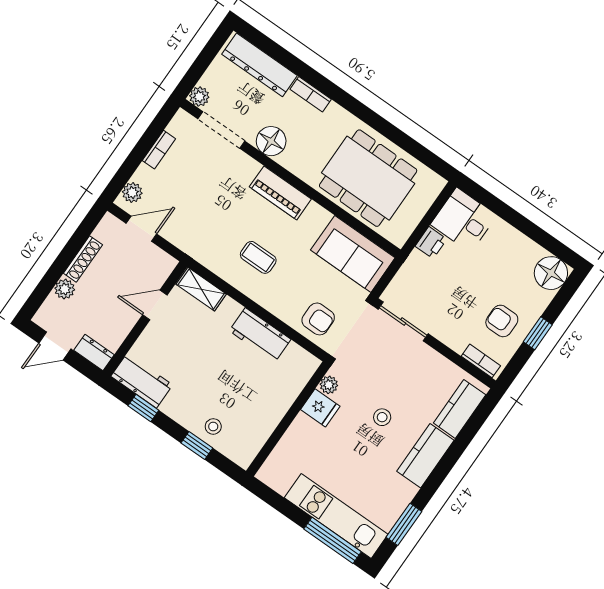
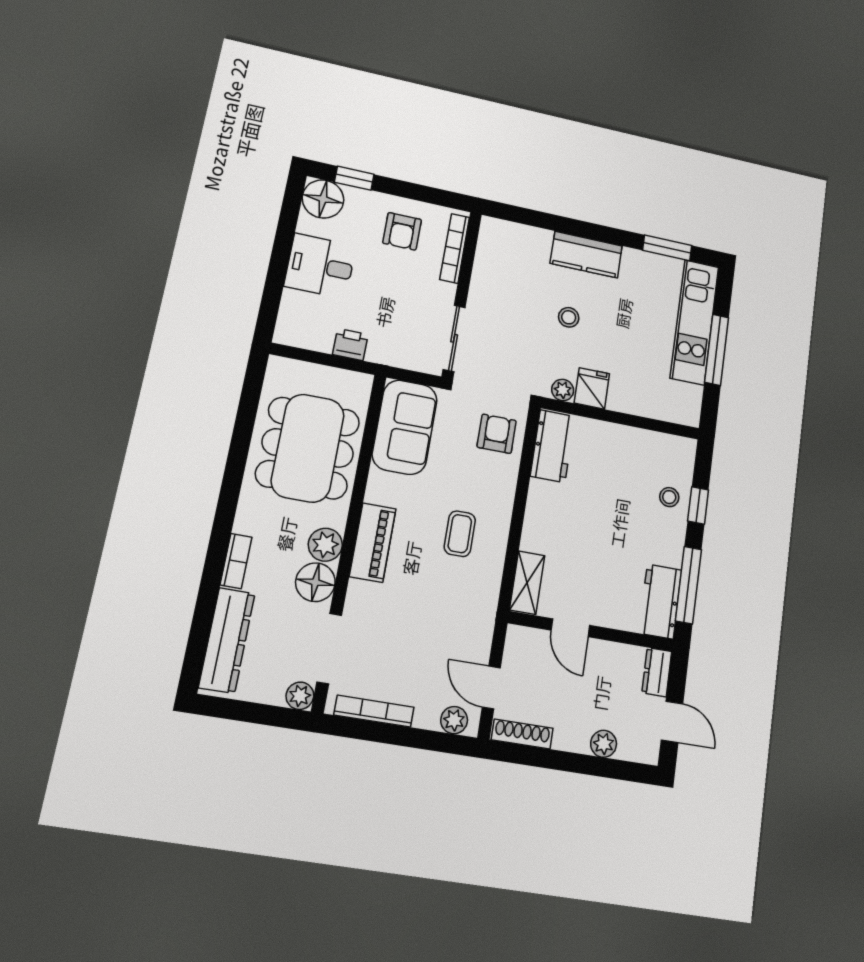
bookcase: (159, 150) -> (374, 711), width x1.56
plant: (294, 160) -> (325, 545), added
desk: (464, 220) -> (320, 266), moved, turned 90
shoe rack: (83, 259) -> (522, 734), moved
window: (538, 333) -> (354, 178), moved
workbench: (260, 335) -> (553, 446), moved
bookcase: (481, 361) -> (455, 248), width x1.56
window: (143, 408) -> (688, 585), width x2.17
kitchen counter: (460, 409) -> (519, 238), removed
window: (332, 540) -> (717, 350), moved

